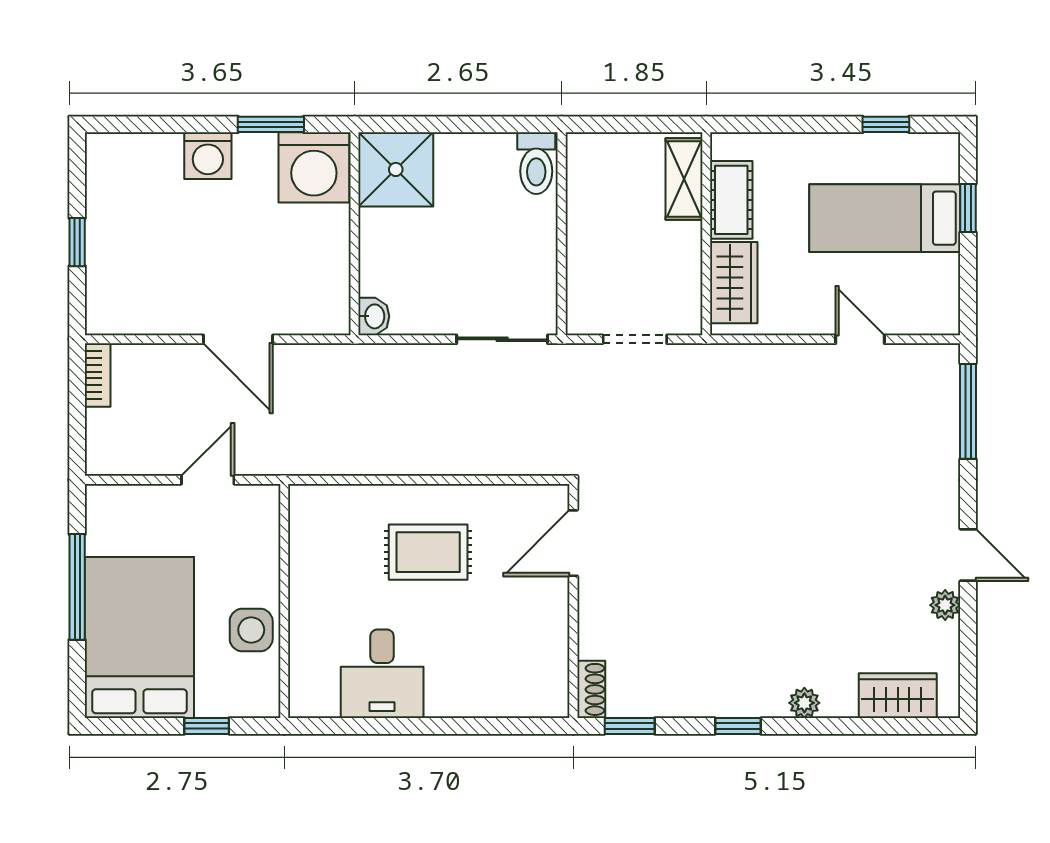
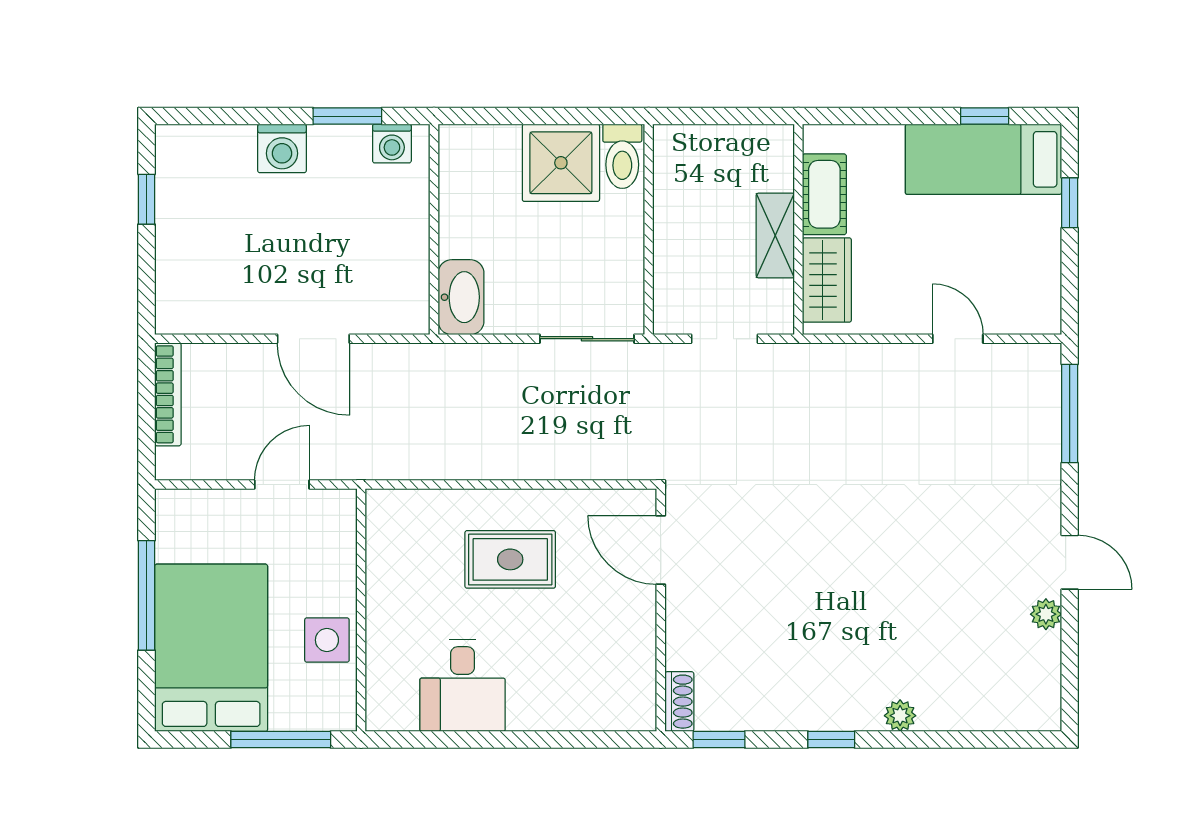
washing machine: (314, 167) -> (392, 144), width x0.53, depth x0.53
shower: (396, 169) -> (561, 163), moved
shelving: (684, 179) -> (775, 235), moved
bed: (885, 218) -> (983, 159), moved
window: (77, 242) -> (147, 199), moved
washbasin: (374, 316) -> (461, 297), width x1.91, depth x1.45
bookcase: (98, 375) -> (168, 394), width x1.56
door: (573, 543) -> (661, 550), hinge flipped
wardrobe: (898, 696) -> (997, 708), removed
window: (207, 726) -> (281, 740), width x2.17

